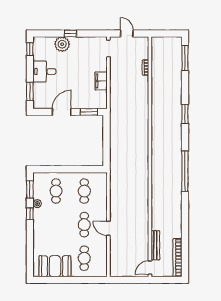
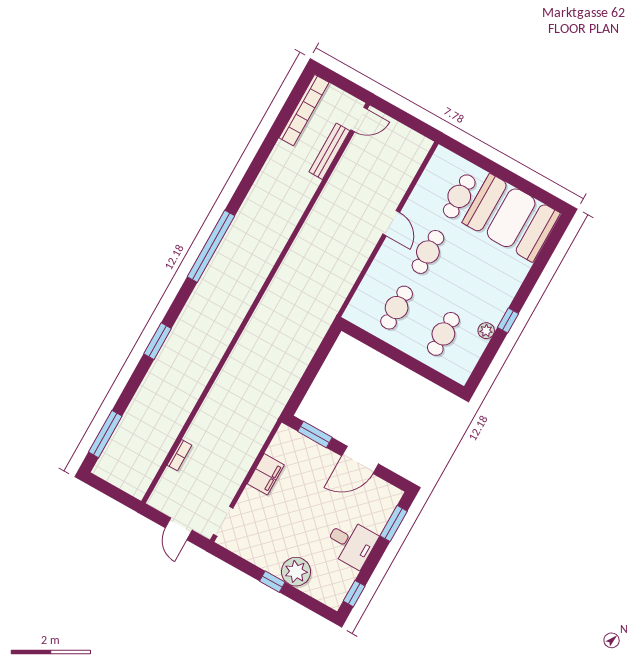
window: (30, 189) -> (485, 361), removed
booth: (55, 266) -> (511, 218), width x1.36, depth x1.42

